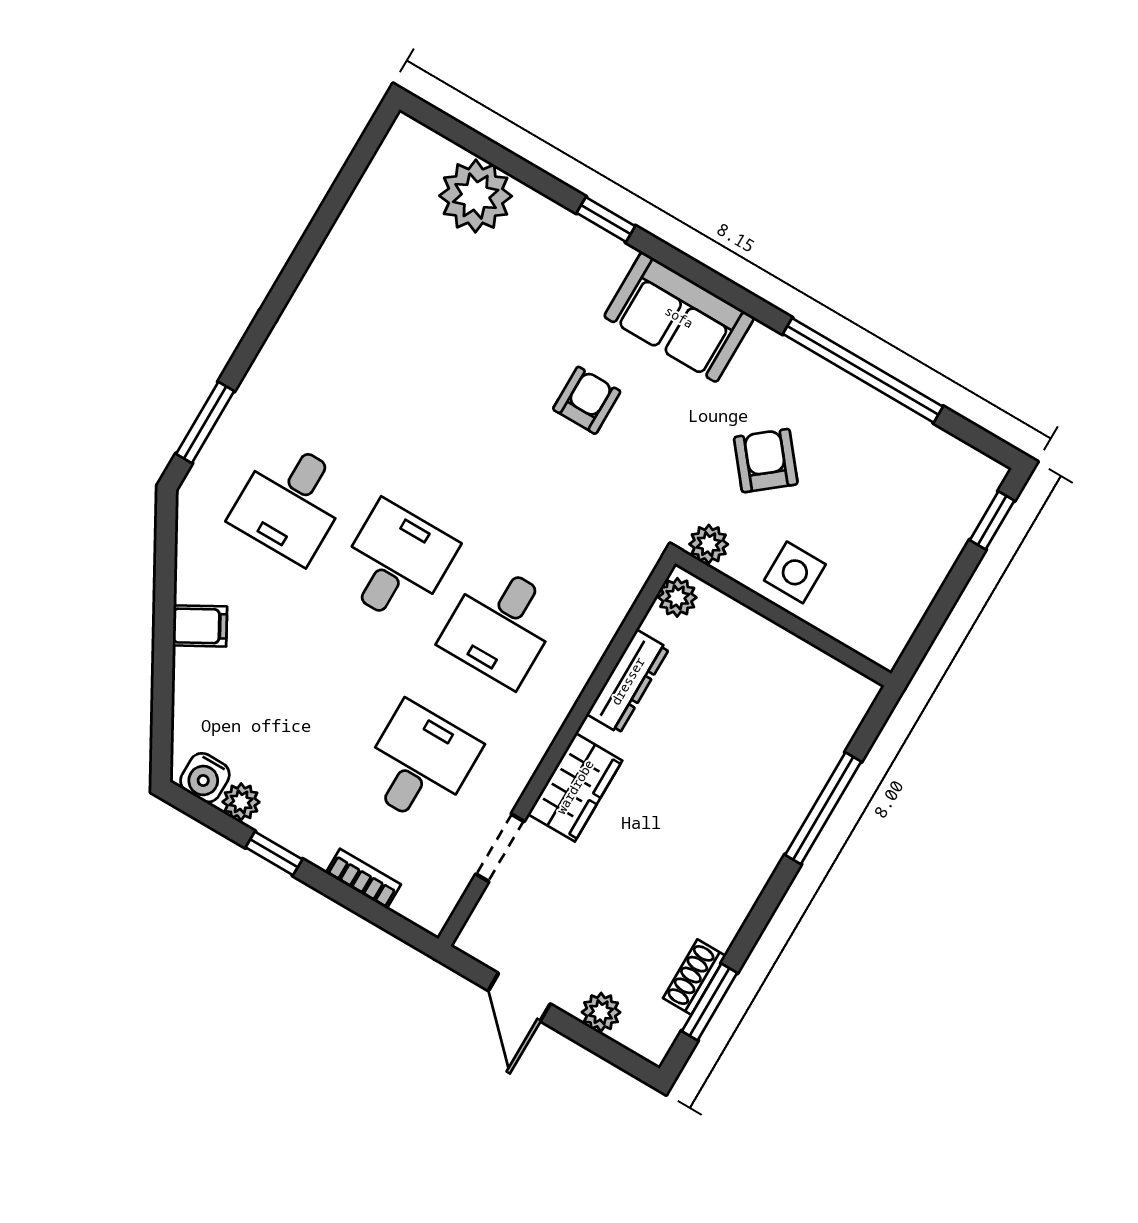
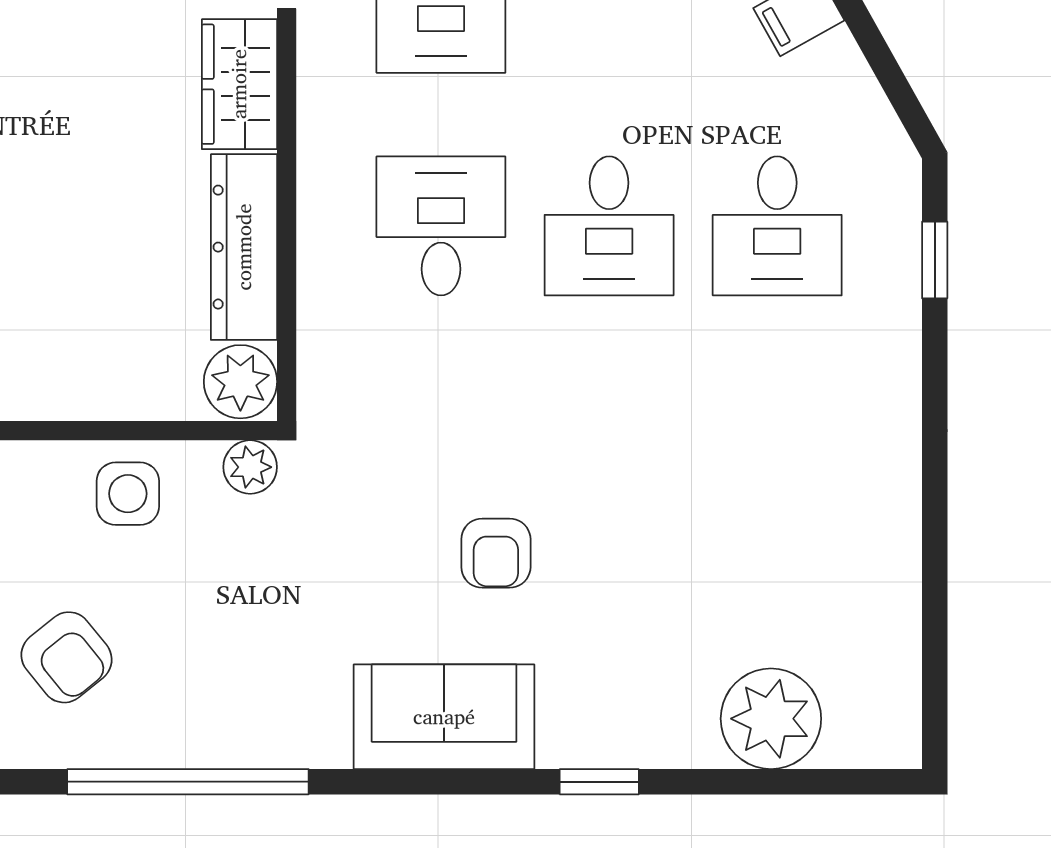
window: (205, 423) -> (935, 260), width x0.67
armchair: (766, 461) -> (67, 657), moved
desk: (291, 502) -> (777, 226), turned 180
plant: (677, 597) -> (240, 382), width x1.38, depth x1.38
dresser: (628, 681) -> (244, 247), width x1.37, depth x1.24

